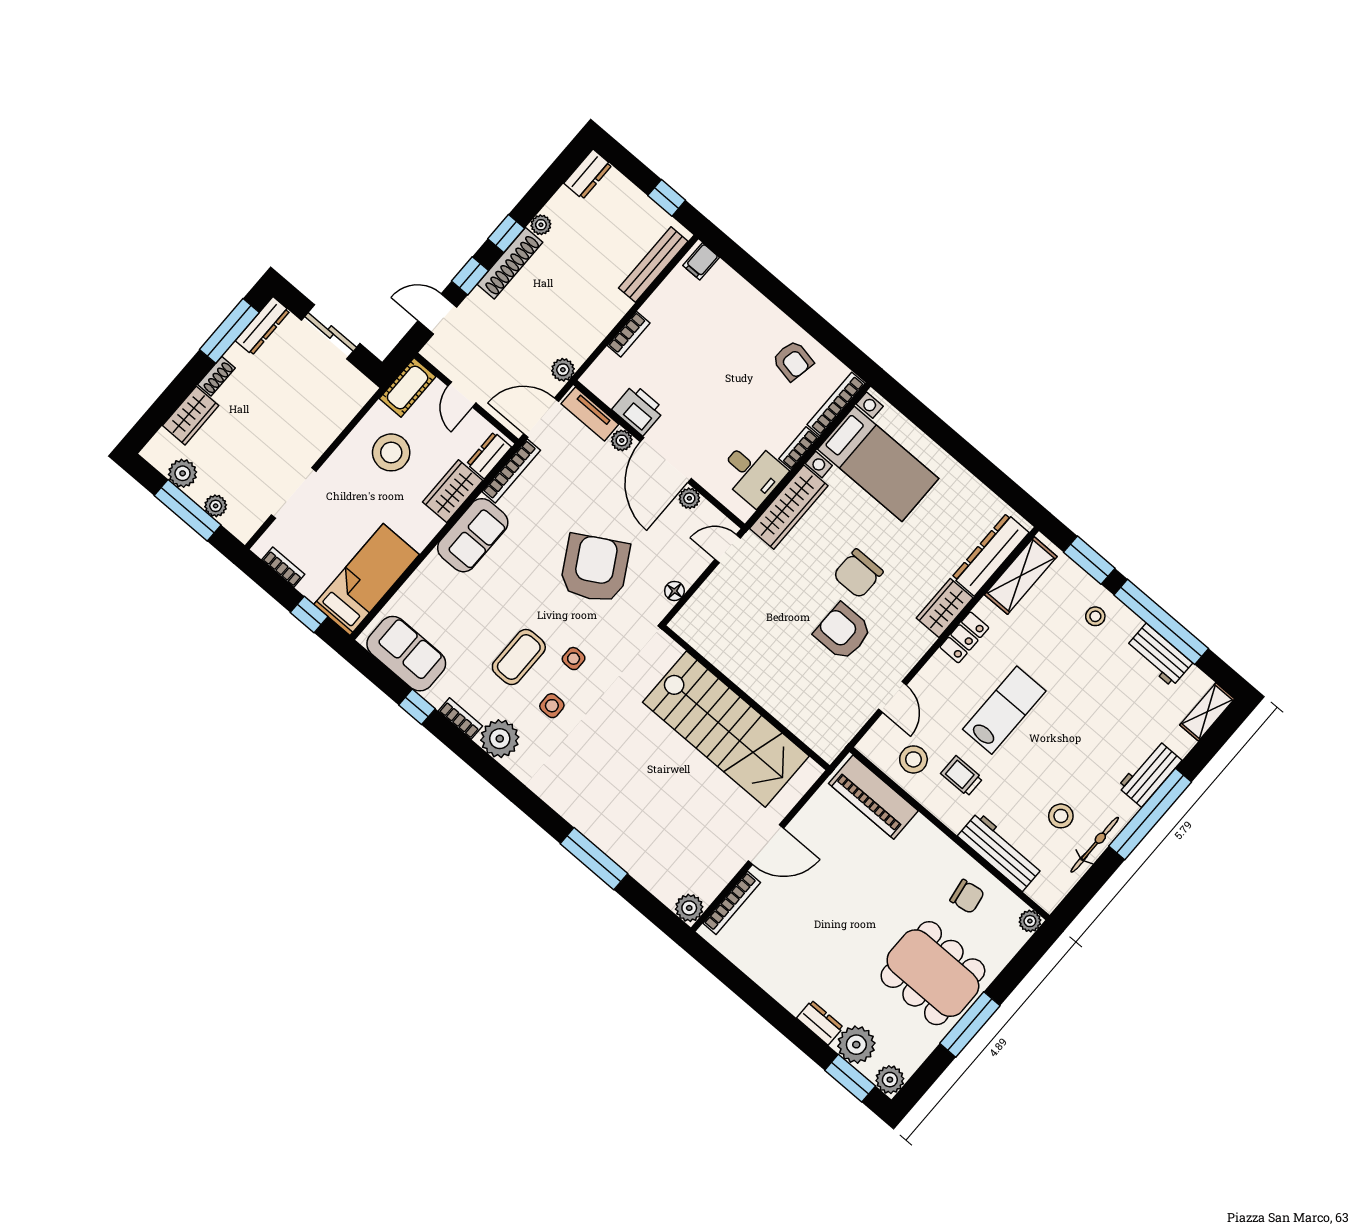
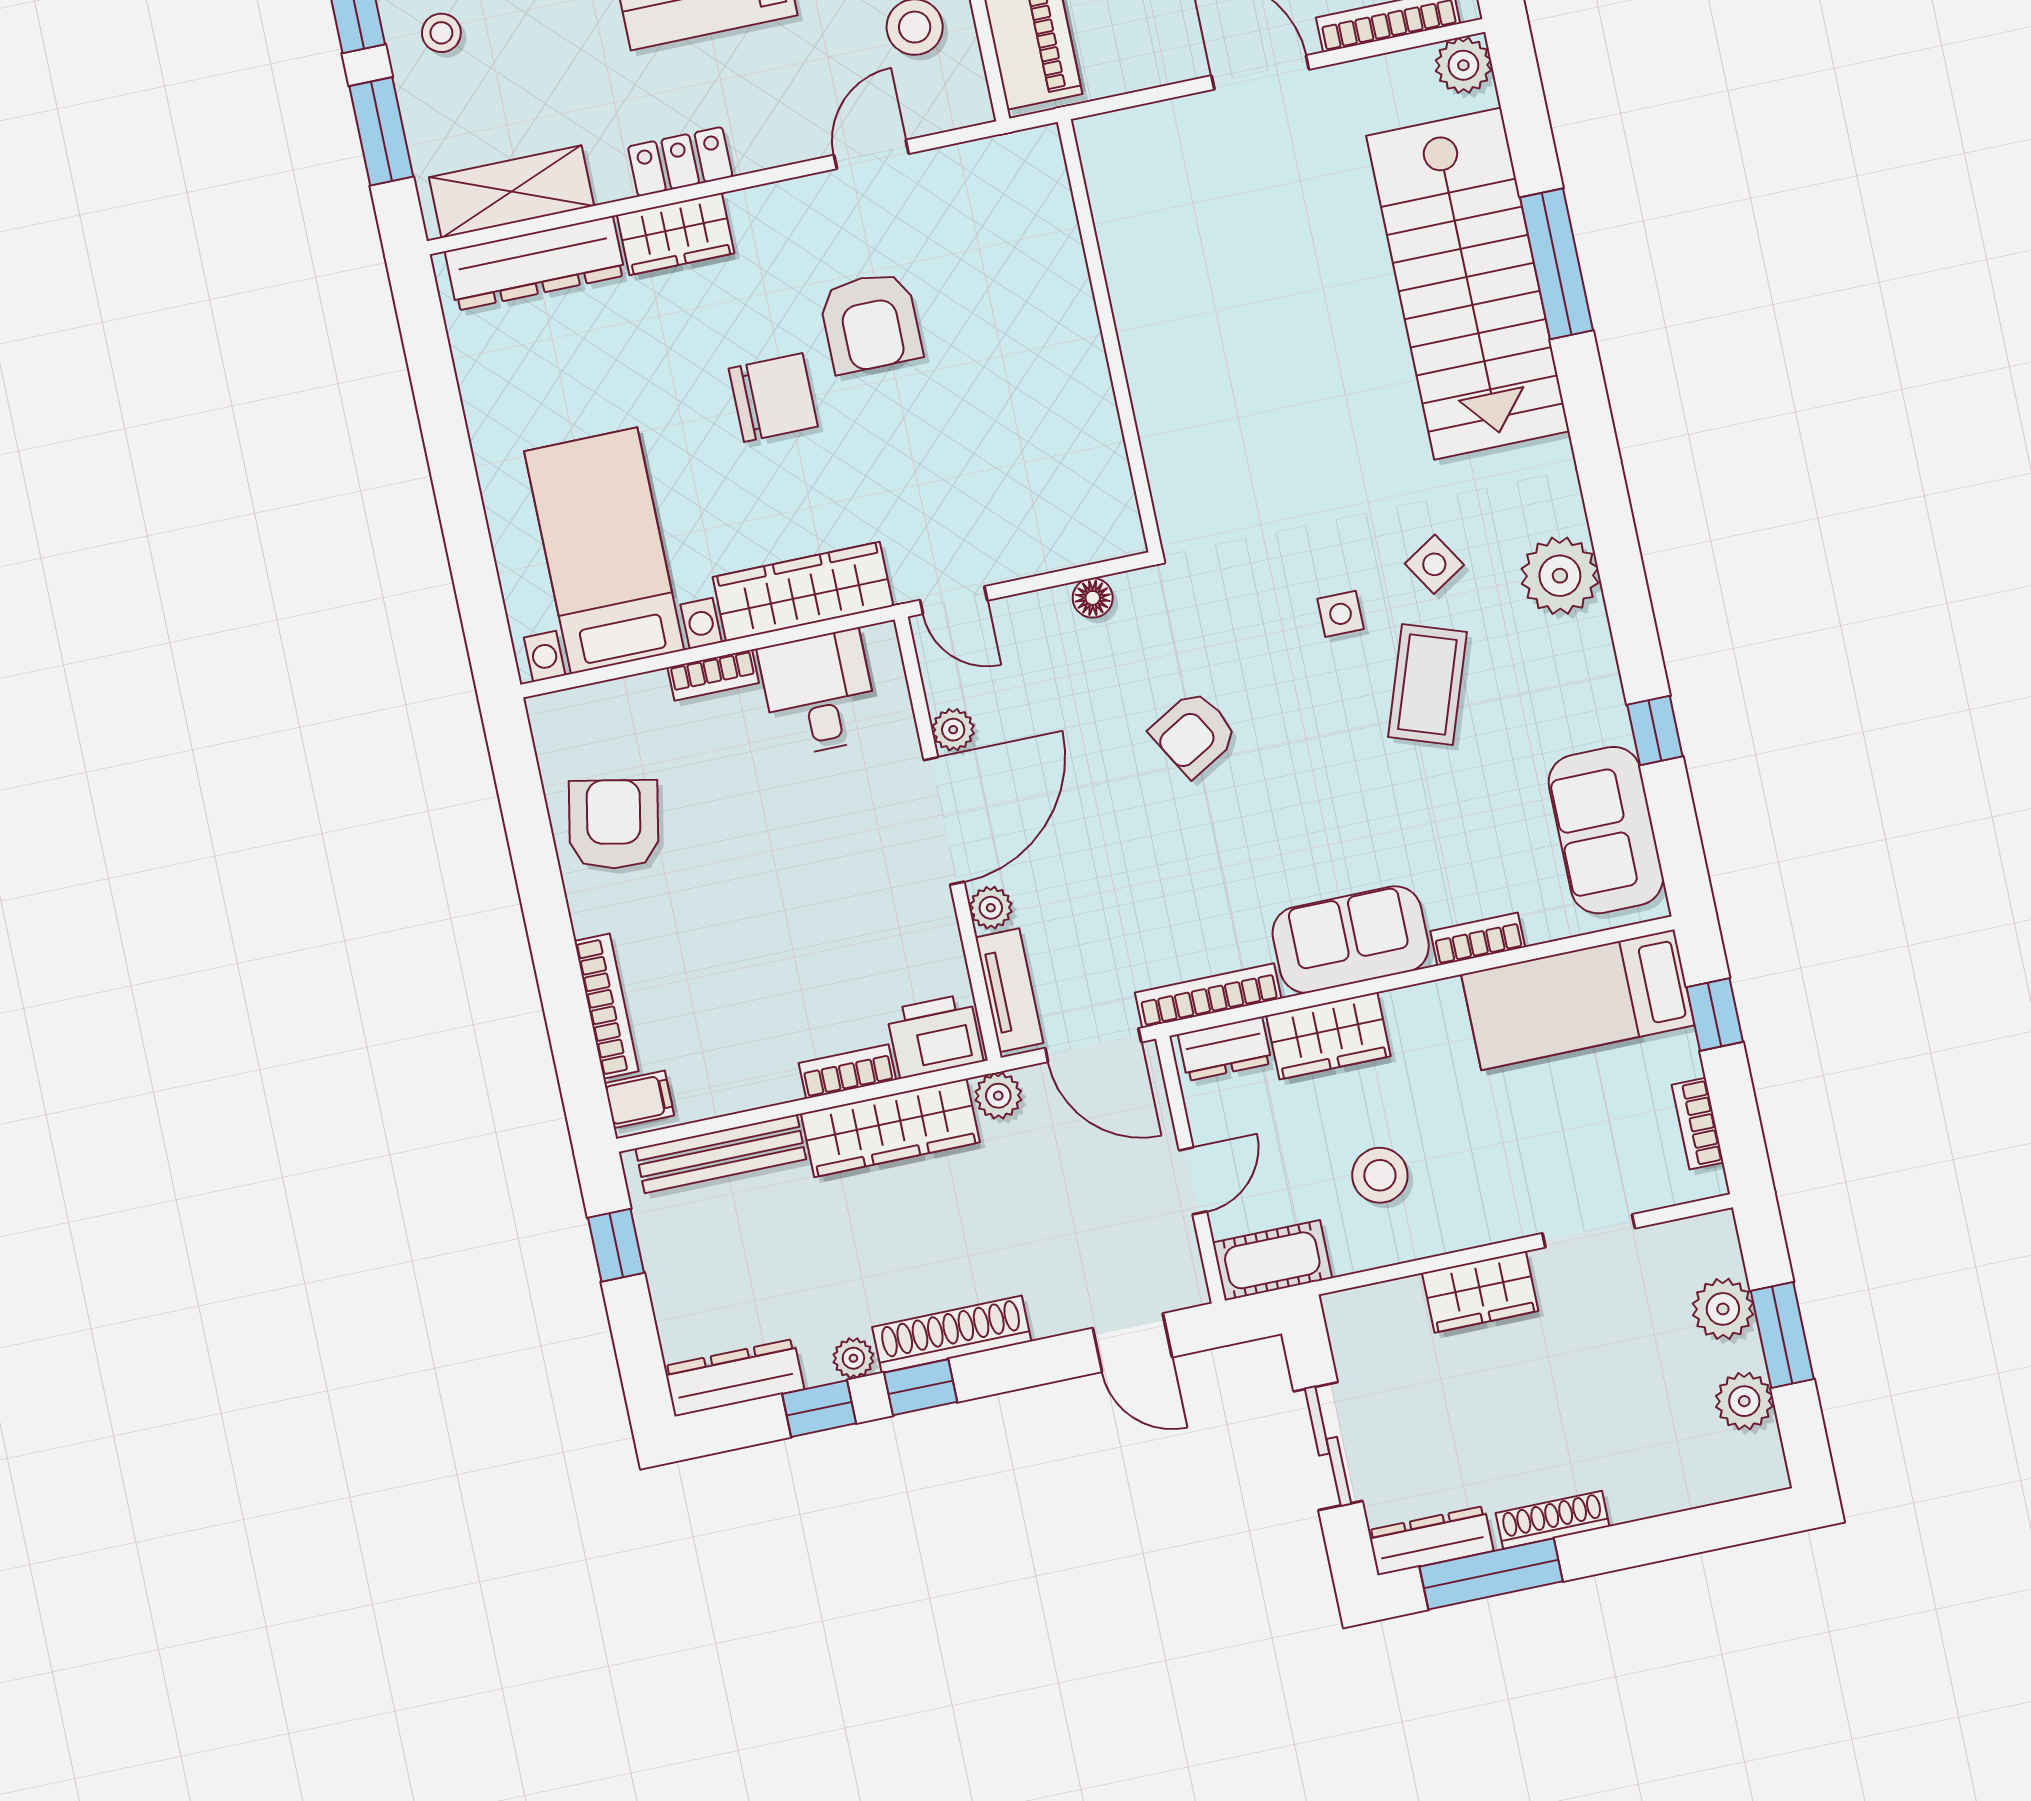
dresser: (588, 174) -> (734, 1378), width x1.44
window: (470, 276) -> (819, 1409), moved
wardrobe: (595, 325) -> (890, 1128), added
armchair: (793, 361) -> (614, 824), width x1.38, depth x1.38
shoe rack: (216, 376) -> (1553, 1520), width x1.43
bookcase: (836, 404) -> (606, 1006), moved, turned -90
printer: (638, 410) -> (935, 1036), moved, turned 90
wardrobe: (191, 416) -> (1480, 1292), moved, turned 180
stool: (391, 452) -> (1380, 1175), width x0.73, depth x0.73
doorway: (294, 493) -> (1589, 1231), width x0.73
plant: (216, 506) -> (1723, 1309), width x1.38, depth x1.38
window: (188, 510) -> (1782, 1335), width x0.69
armchair: (595, 568) -> (1194, 734), width x0.53, depth x0.53
coffee table: (519, 657) -> (1427, 685), turned -71
side table: (552, 706) -> (1434, 564), turned -32
bookcase: (460, 719) -> (1478, 939), moved, turned 90
stairs: (726, 729) -> (1468, 284), moved, turned 180

